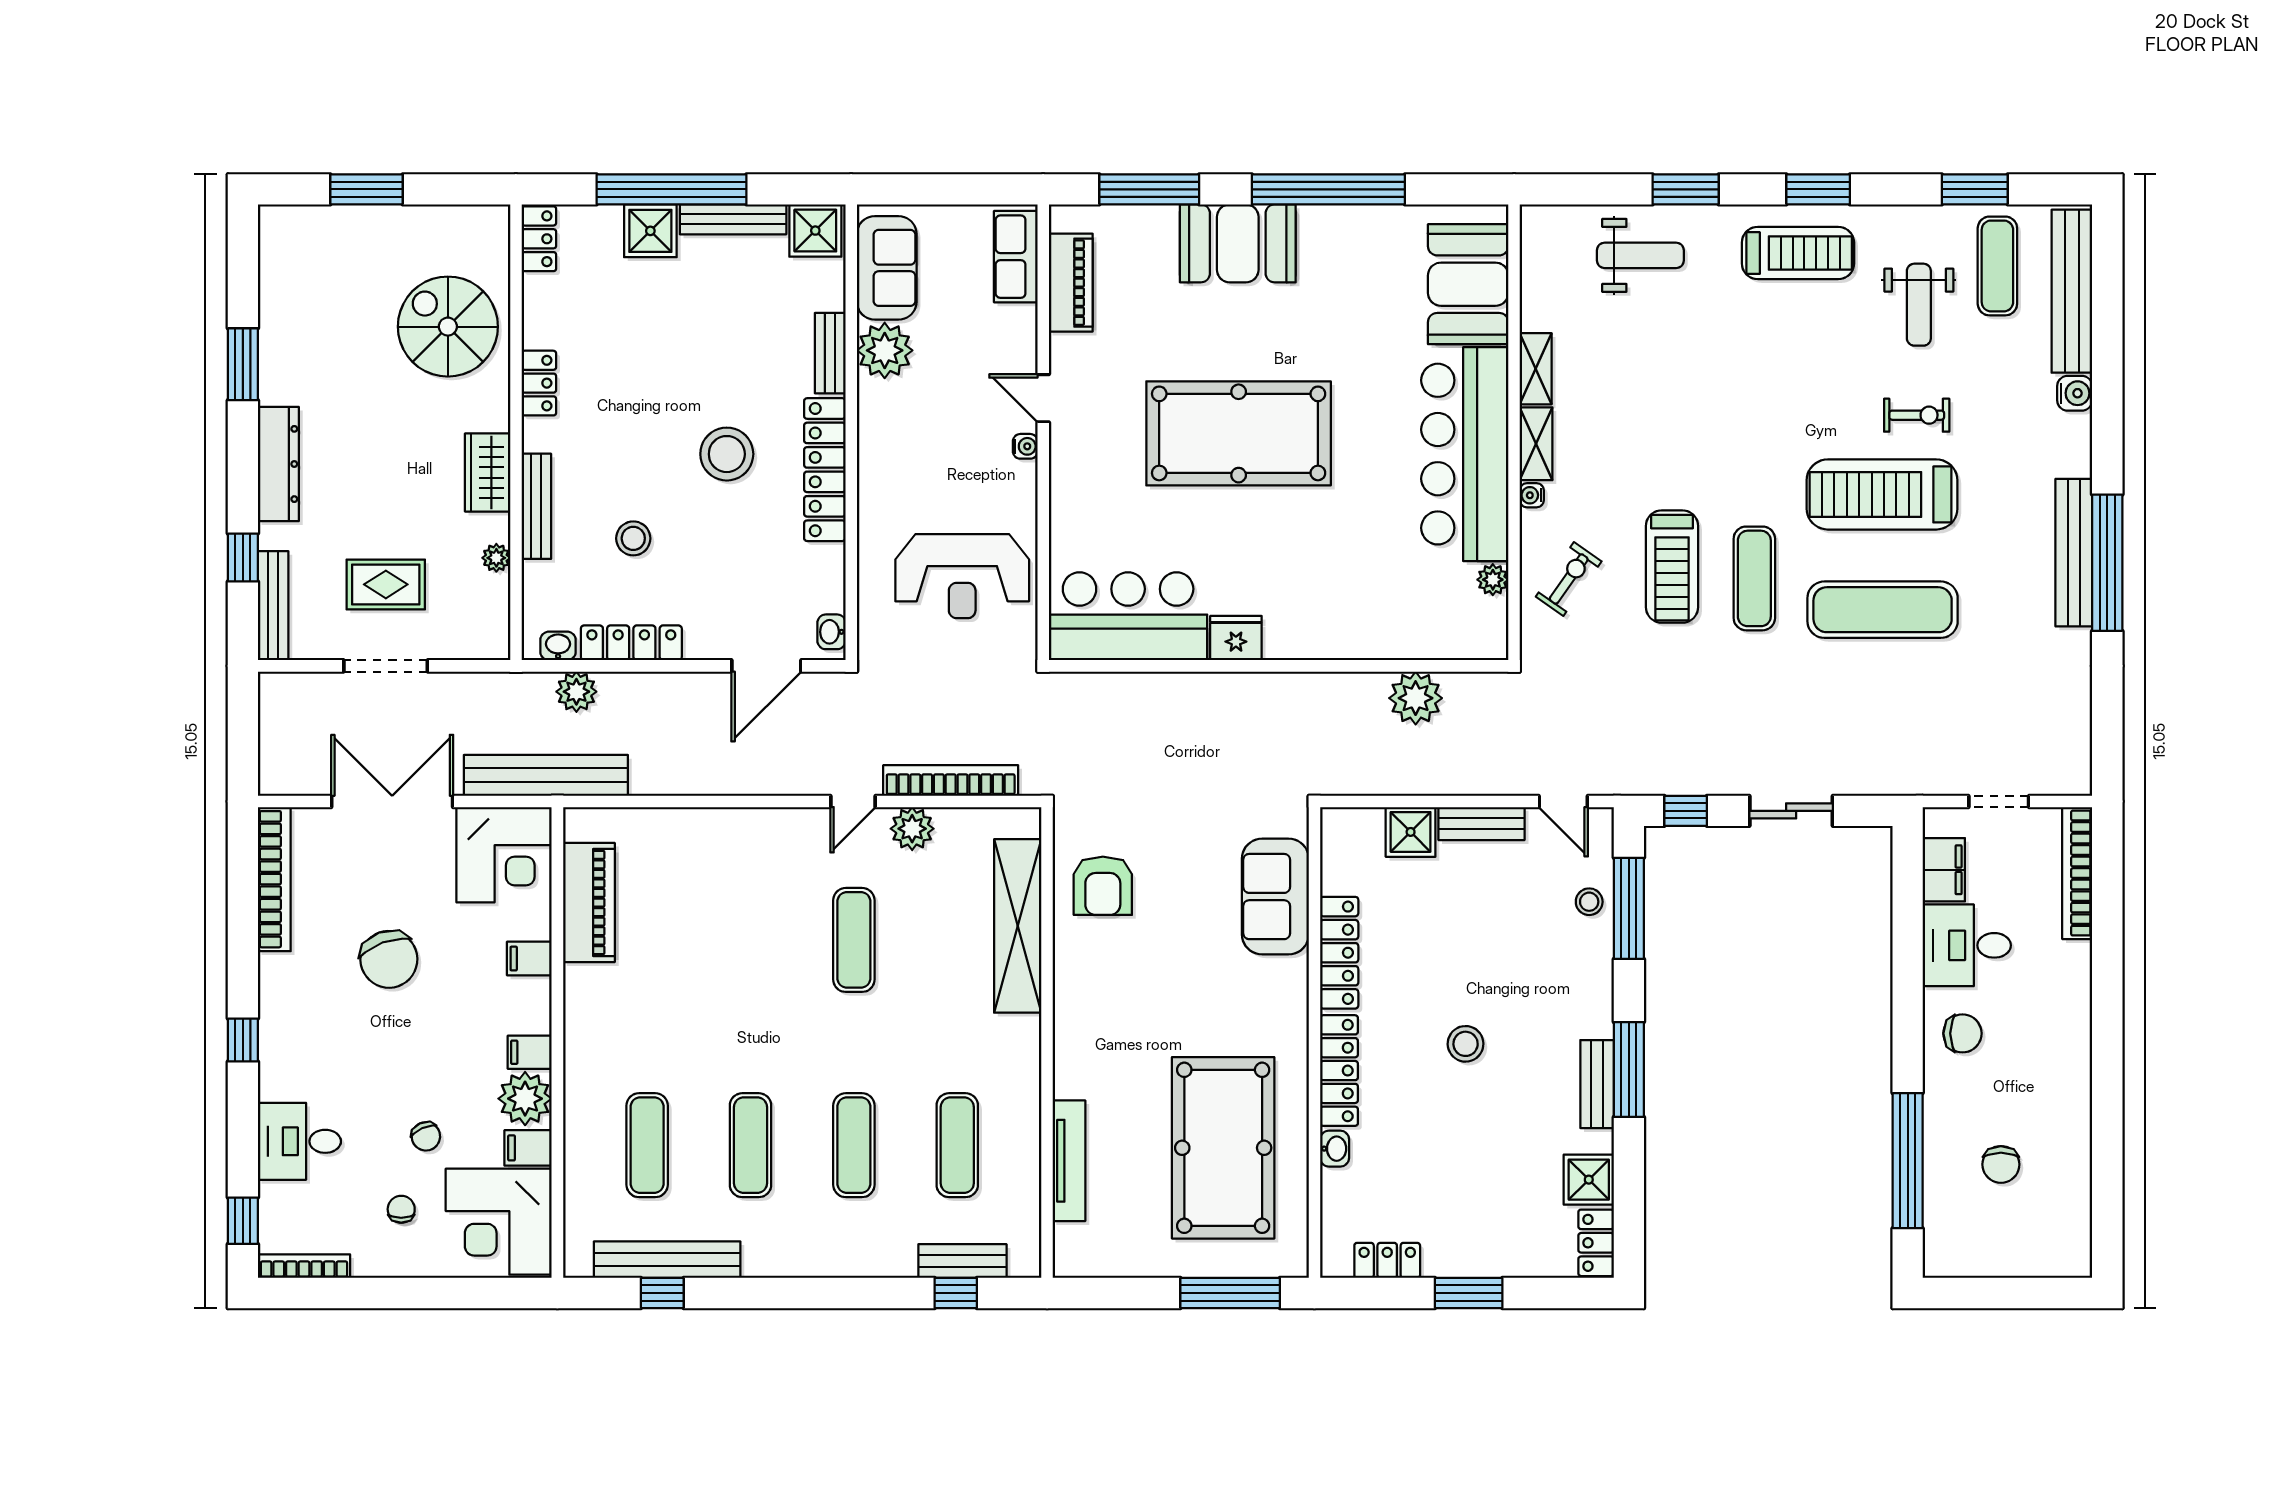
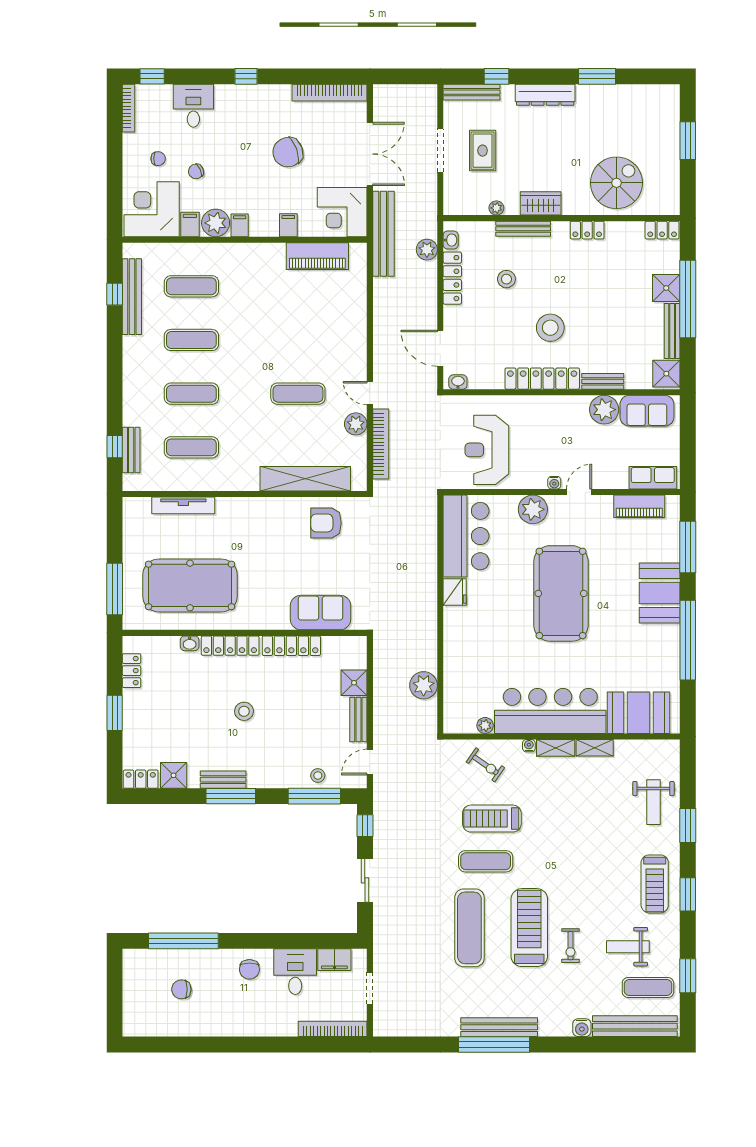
plant: (1077, 488) -> (533, 509), added

